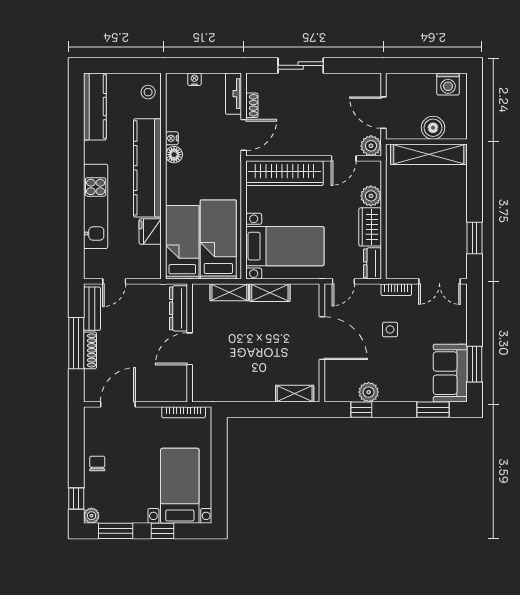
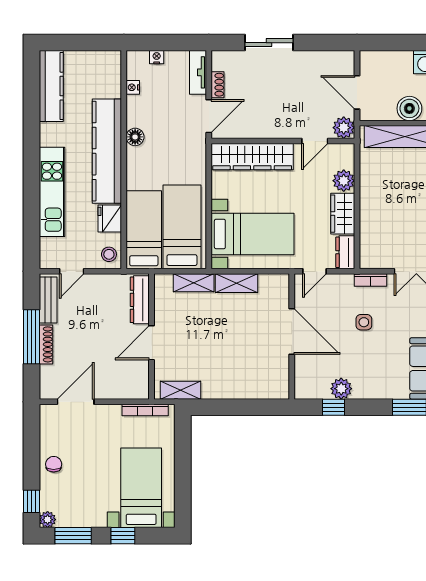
stool: (148, 92) -> (109, 254), moved
nightstand: (172, 138) -> (133, 87), moved
shelving: (295, 394) -> (180, 390), moved

